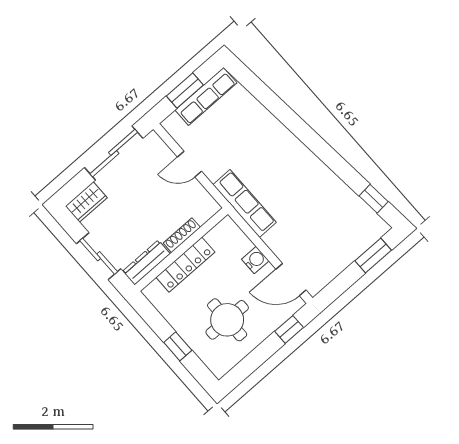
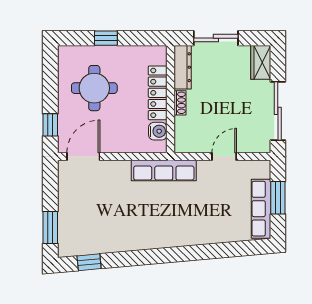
shoe rack: (182, 235) -> (180, 103), width x0.70
water cooler: (255, 260) -> (158, 131), moved, turned -90

